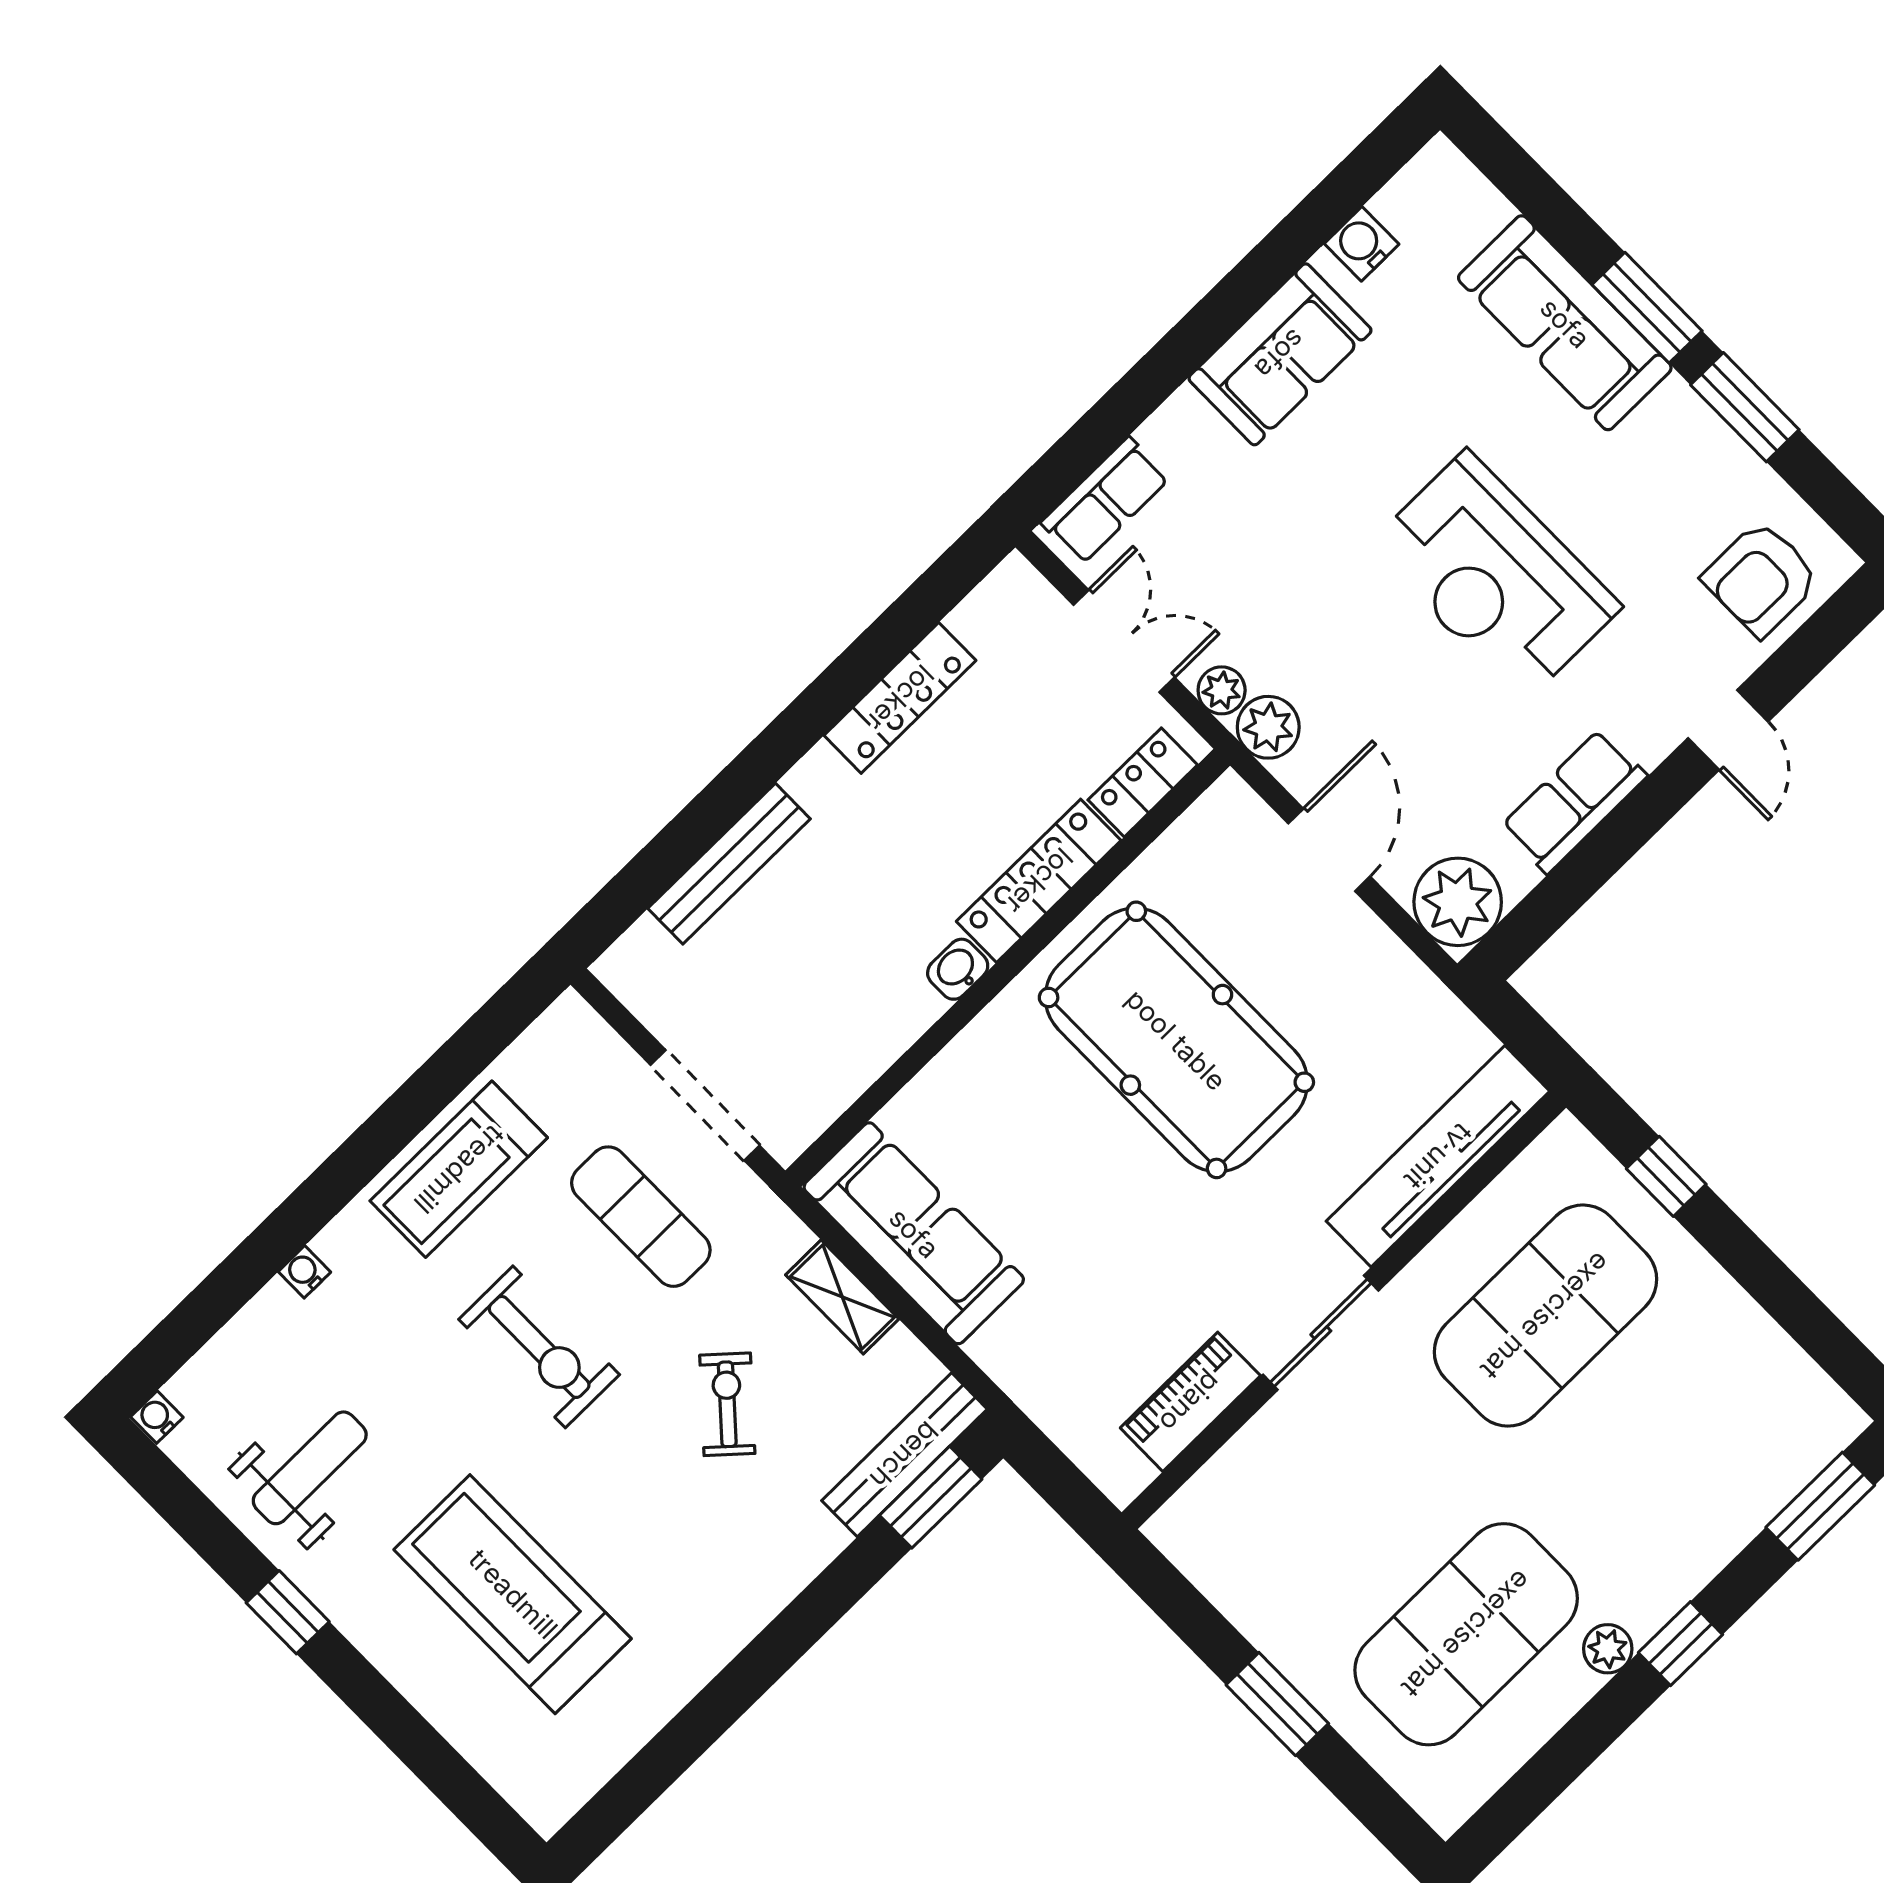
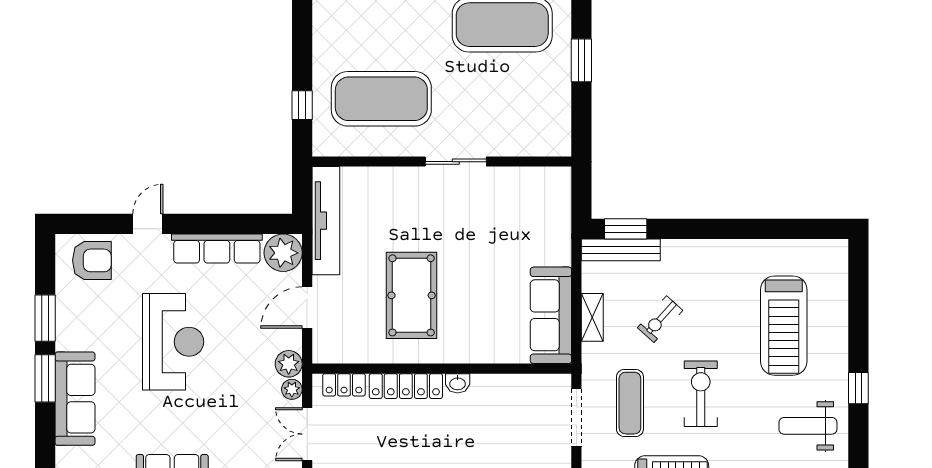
row of seats: (1574, 801) -> (217, 249), width x1.48
pool table: (1176, 1040) -> (412, 295), width x0.73, depth x0.76
tv unit: (1438, 1156) -> (326, 221), moved, turned -90
piano: (1190, 1402) -> (517, 180), removed

